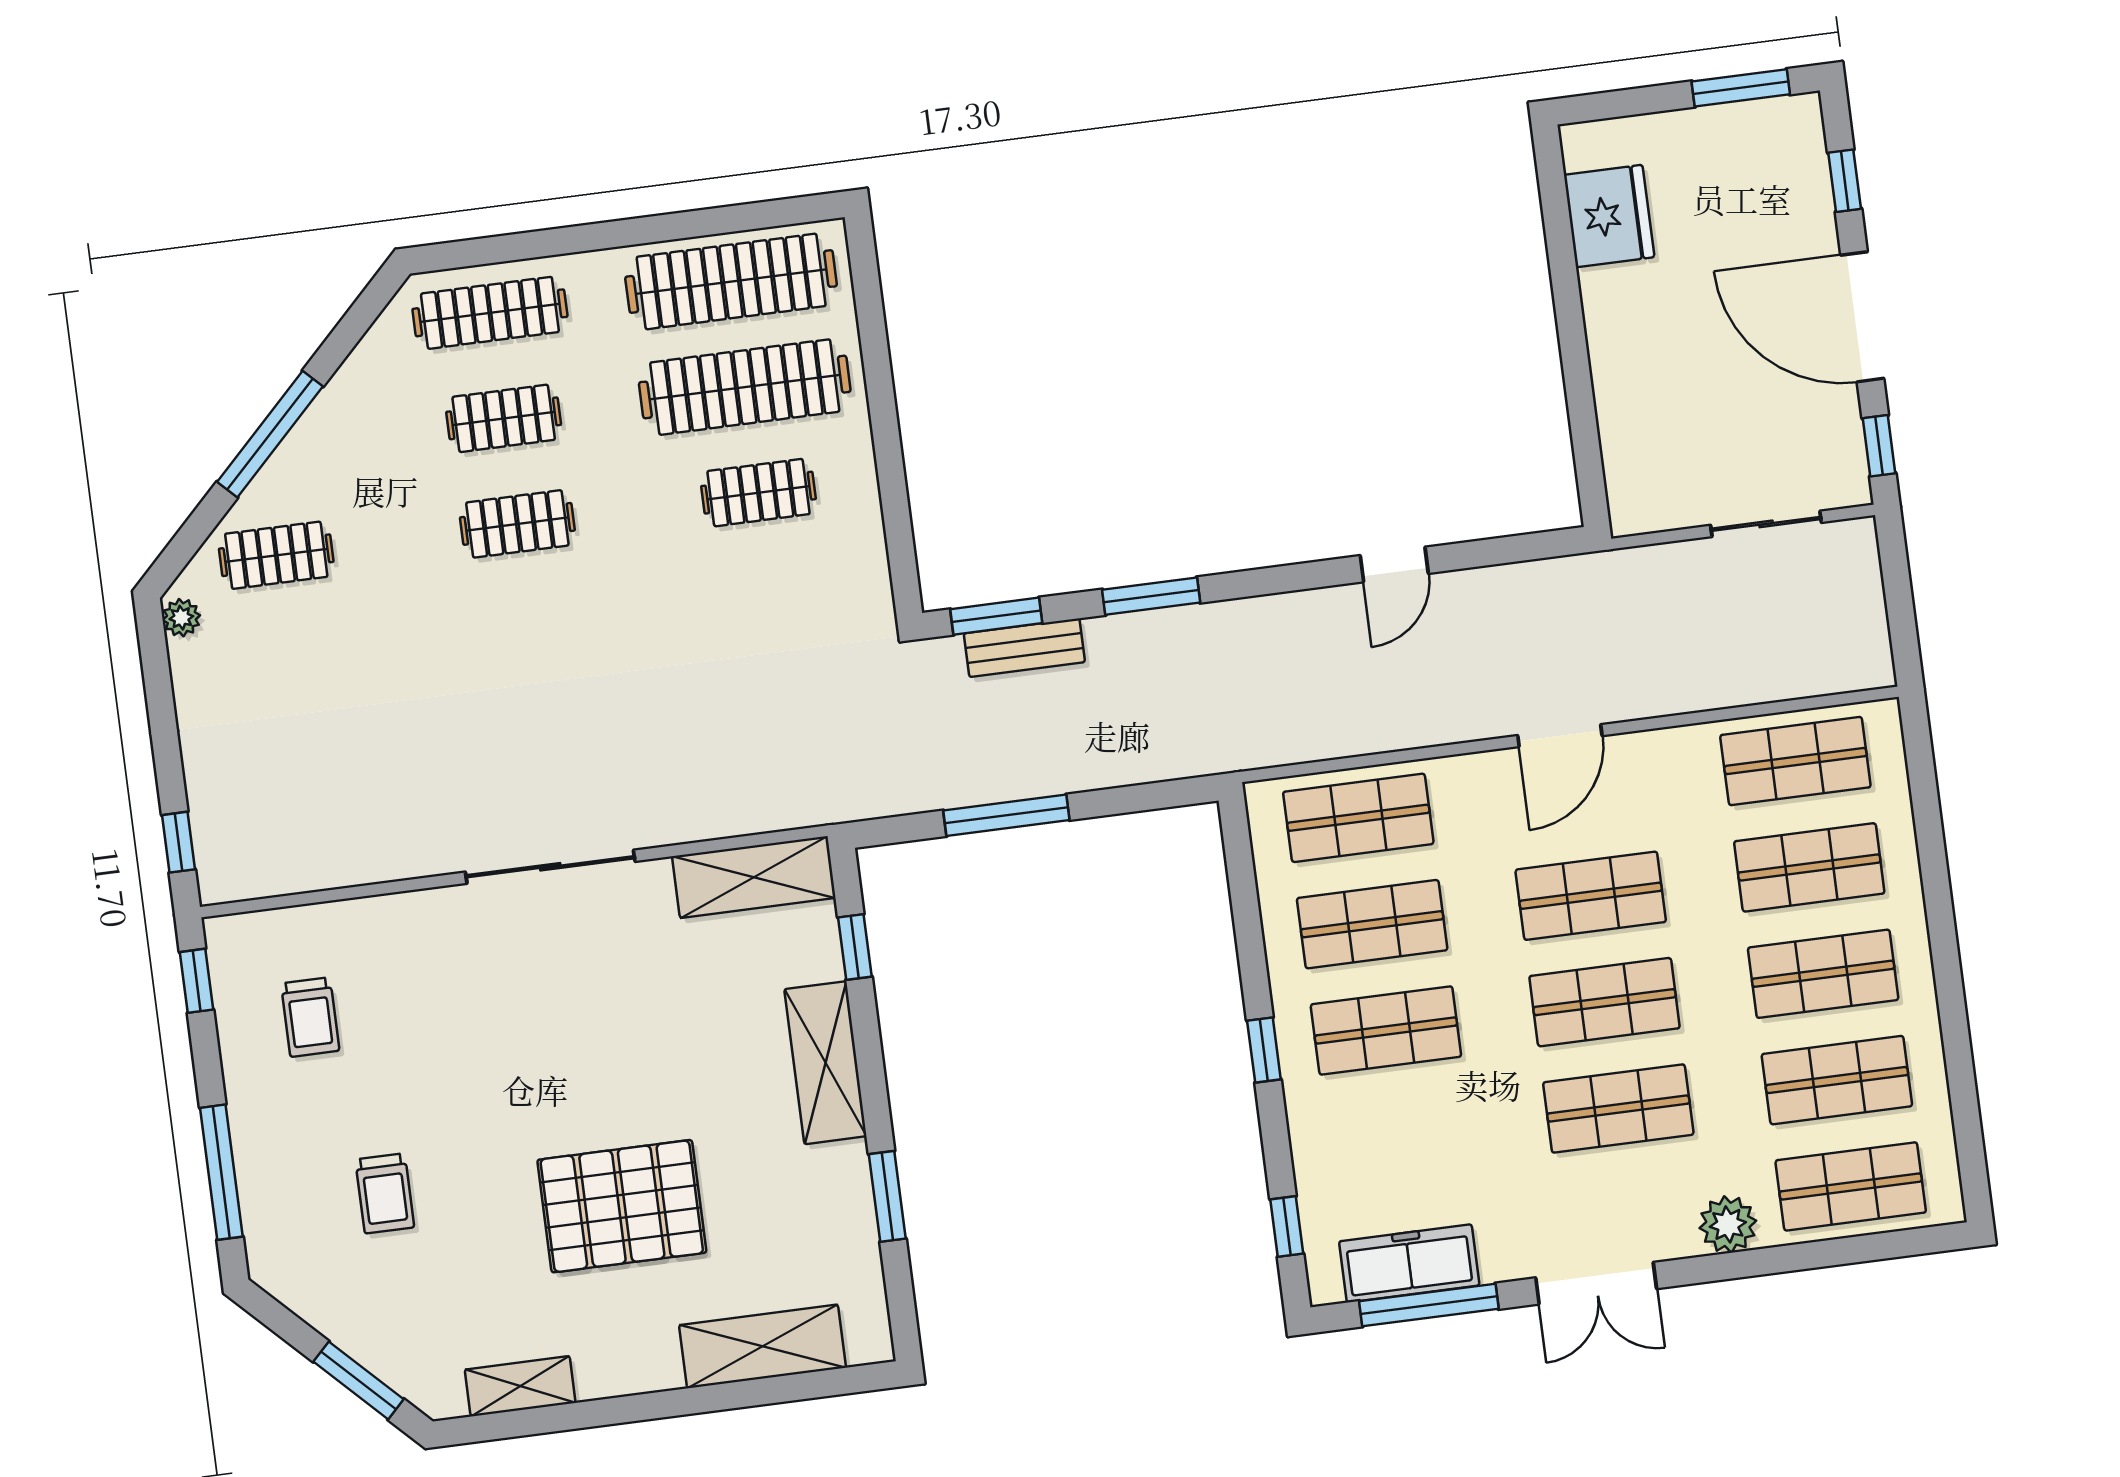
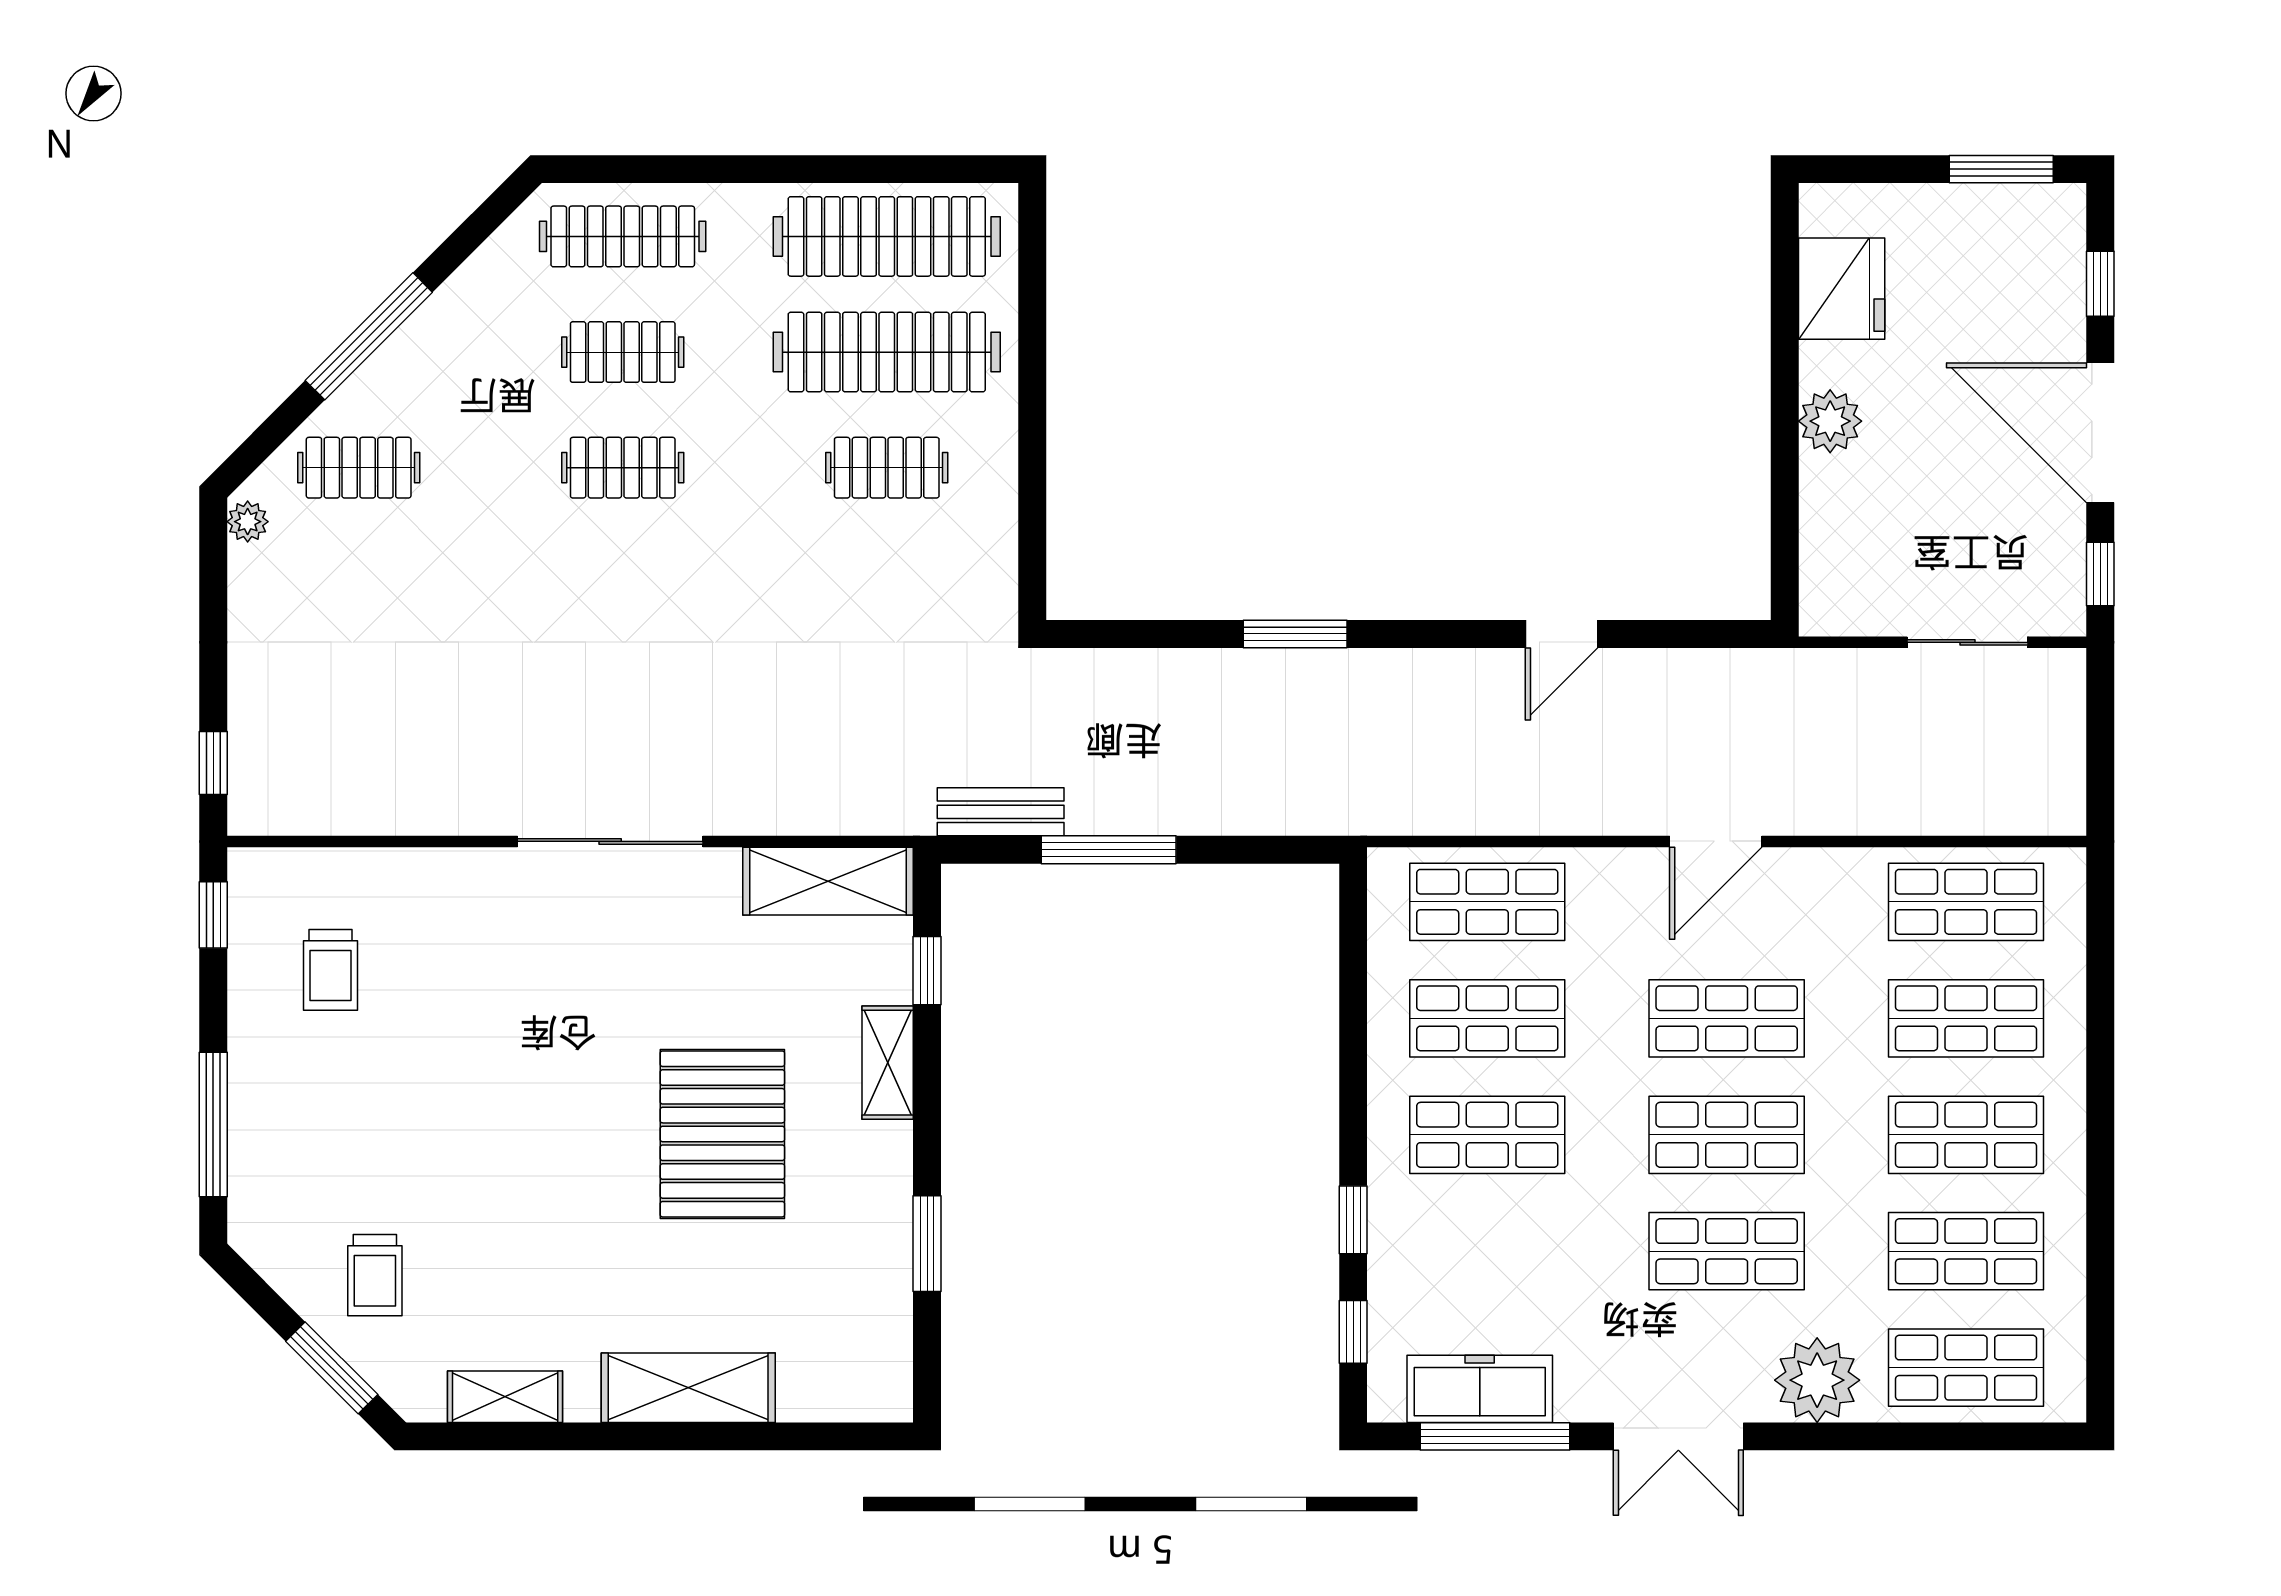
plant: (1614, 338) -> (1830, 421), added
window: (996, 616) -> (1126, 634), removed
bench: (1024, 648) -> (1001, 812), moved
window: (1264, 1050) -> (1353, 1220), moved
shelving: (825, 1063) -> (888, 1063), width x0.67, depth x0.75
trolley: (385, 1193) -> (375, 1275), moved
pallet: (622, 1206) -> (722, 1134), moved, turned 90
plant: (1728, 1224) -> (1817, 1380), width x1.36, depth x1.36
shelving: (763, 1346) -> (688, 1388), moved

